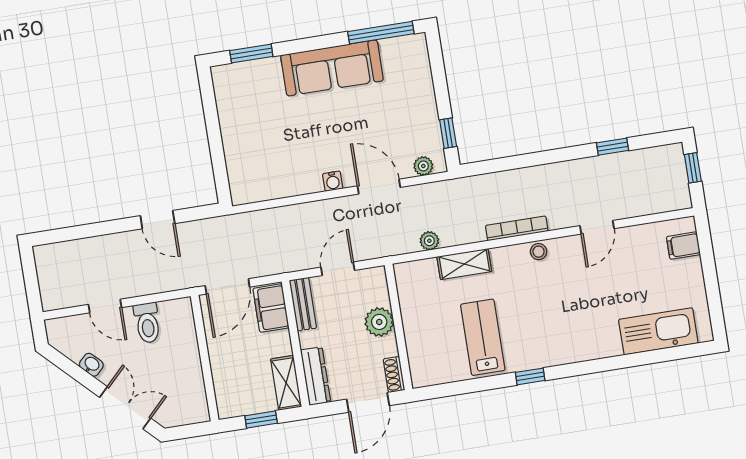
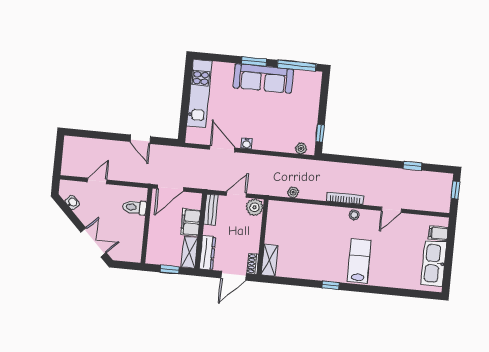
window: (251, 53) -> (254, 61), moved
kitchen unit: (234, 120) -> (199, 93), added
door: (379, 187) -> (222, 149), moved
shelving: (464, 264) -> (269, 260), moved, turned 90
door: (105, 306) -> (97, 181), swing flipped
filing cabinet: (271, 308) -> (191, 222), moved
plant: (379, 322) -> (255, 207), moved
toilet: (147, 323) -> (134, 207), moved, turned 90
kitchen sink: (658, 331) -> (434, 263), moved, turned -90
lab bench: (483, 337) -> (359, 261), moved
washbasin: (91, 365) -> (72, 203), moved

